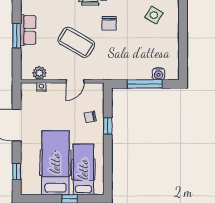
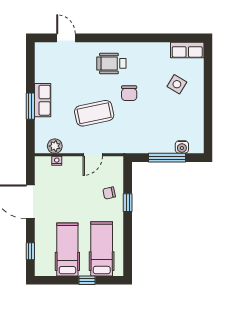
coffee table: (76, 42) -> (94, 113), turned -42
hospital bed: (55, 163) -> (67, 249), width x0.73, depth x0.78

